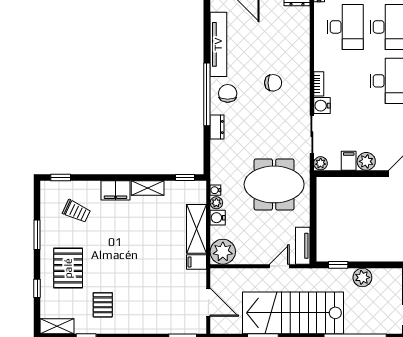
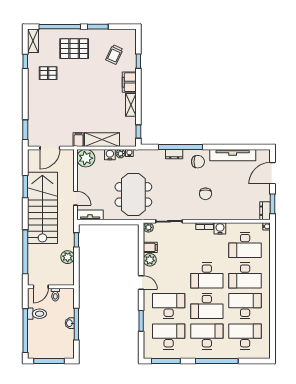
window: (207, 94) -> (181, 147), moved
water cooler: (322, 106) -> (220, 228), moved
window: (61, 178) -> (138, 61), moved
window: (37, 288) -> (60, 27), width x3.17

